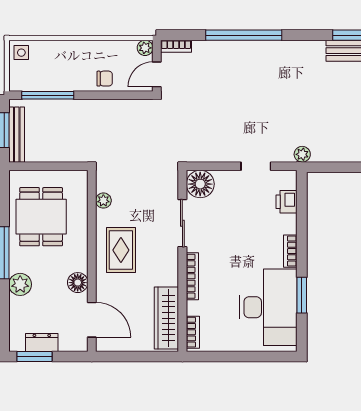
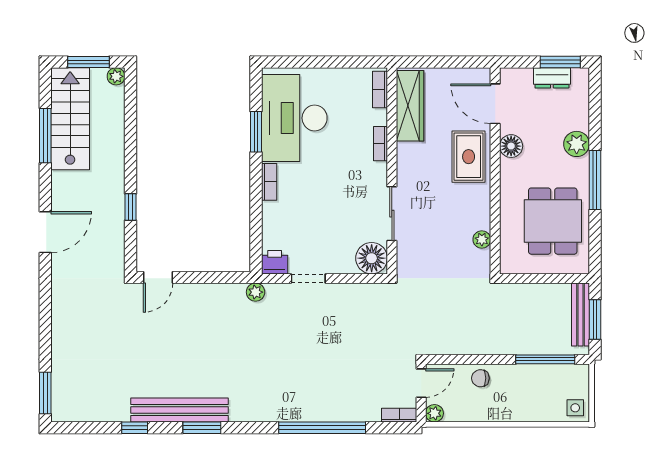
printer: (286, 202) -> (275, 262), moved, turned -90
rug: (121, 250) -> (469, 157), moved
bookcase: (192, 276) -> (380, 144), width x0.64

